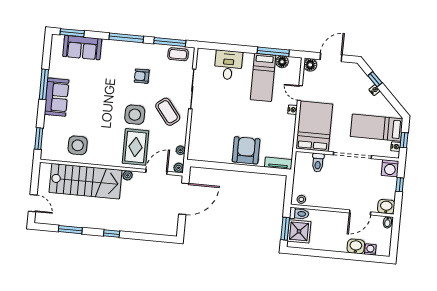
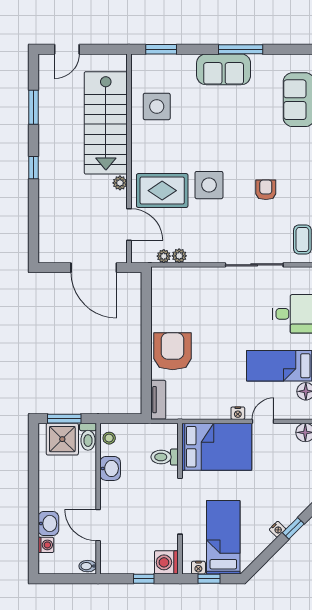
coffee table: (168, 112) -> (218, 232), removed
armchair: (246, 150) -> (173, 351), turned -90
plant: (179, 168) -> (179, 256), moved
washbasin: (386, 207) -> (110, 468), moved

